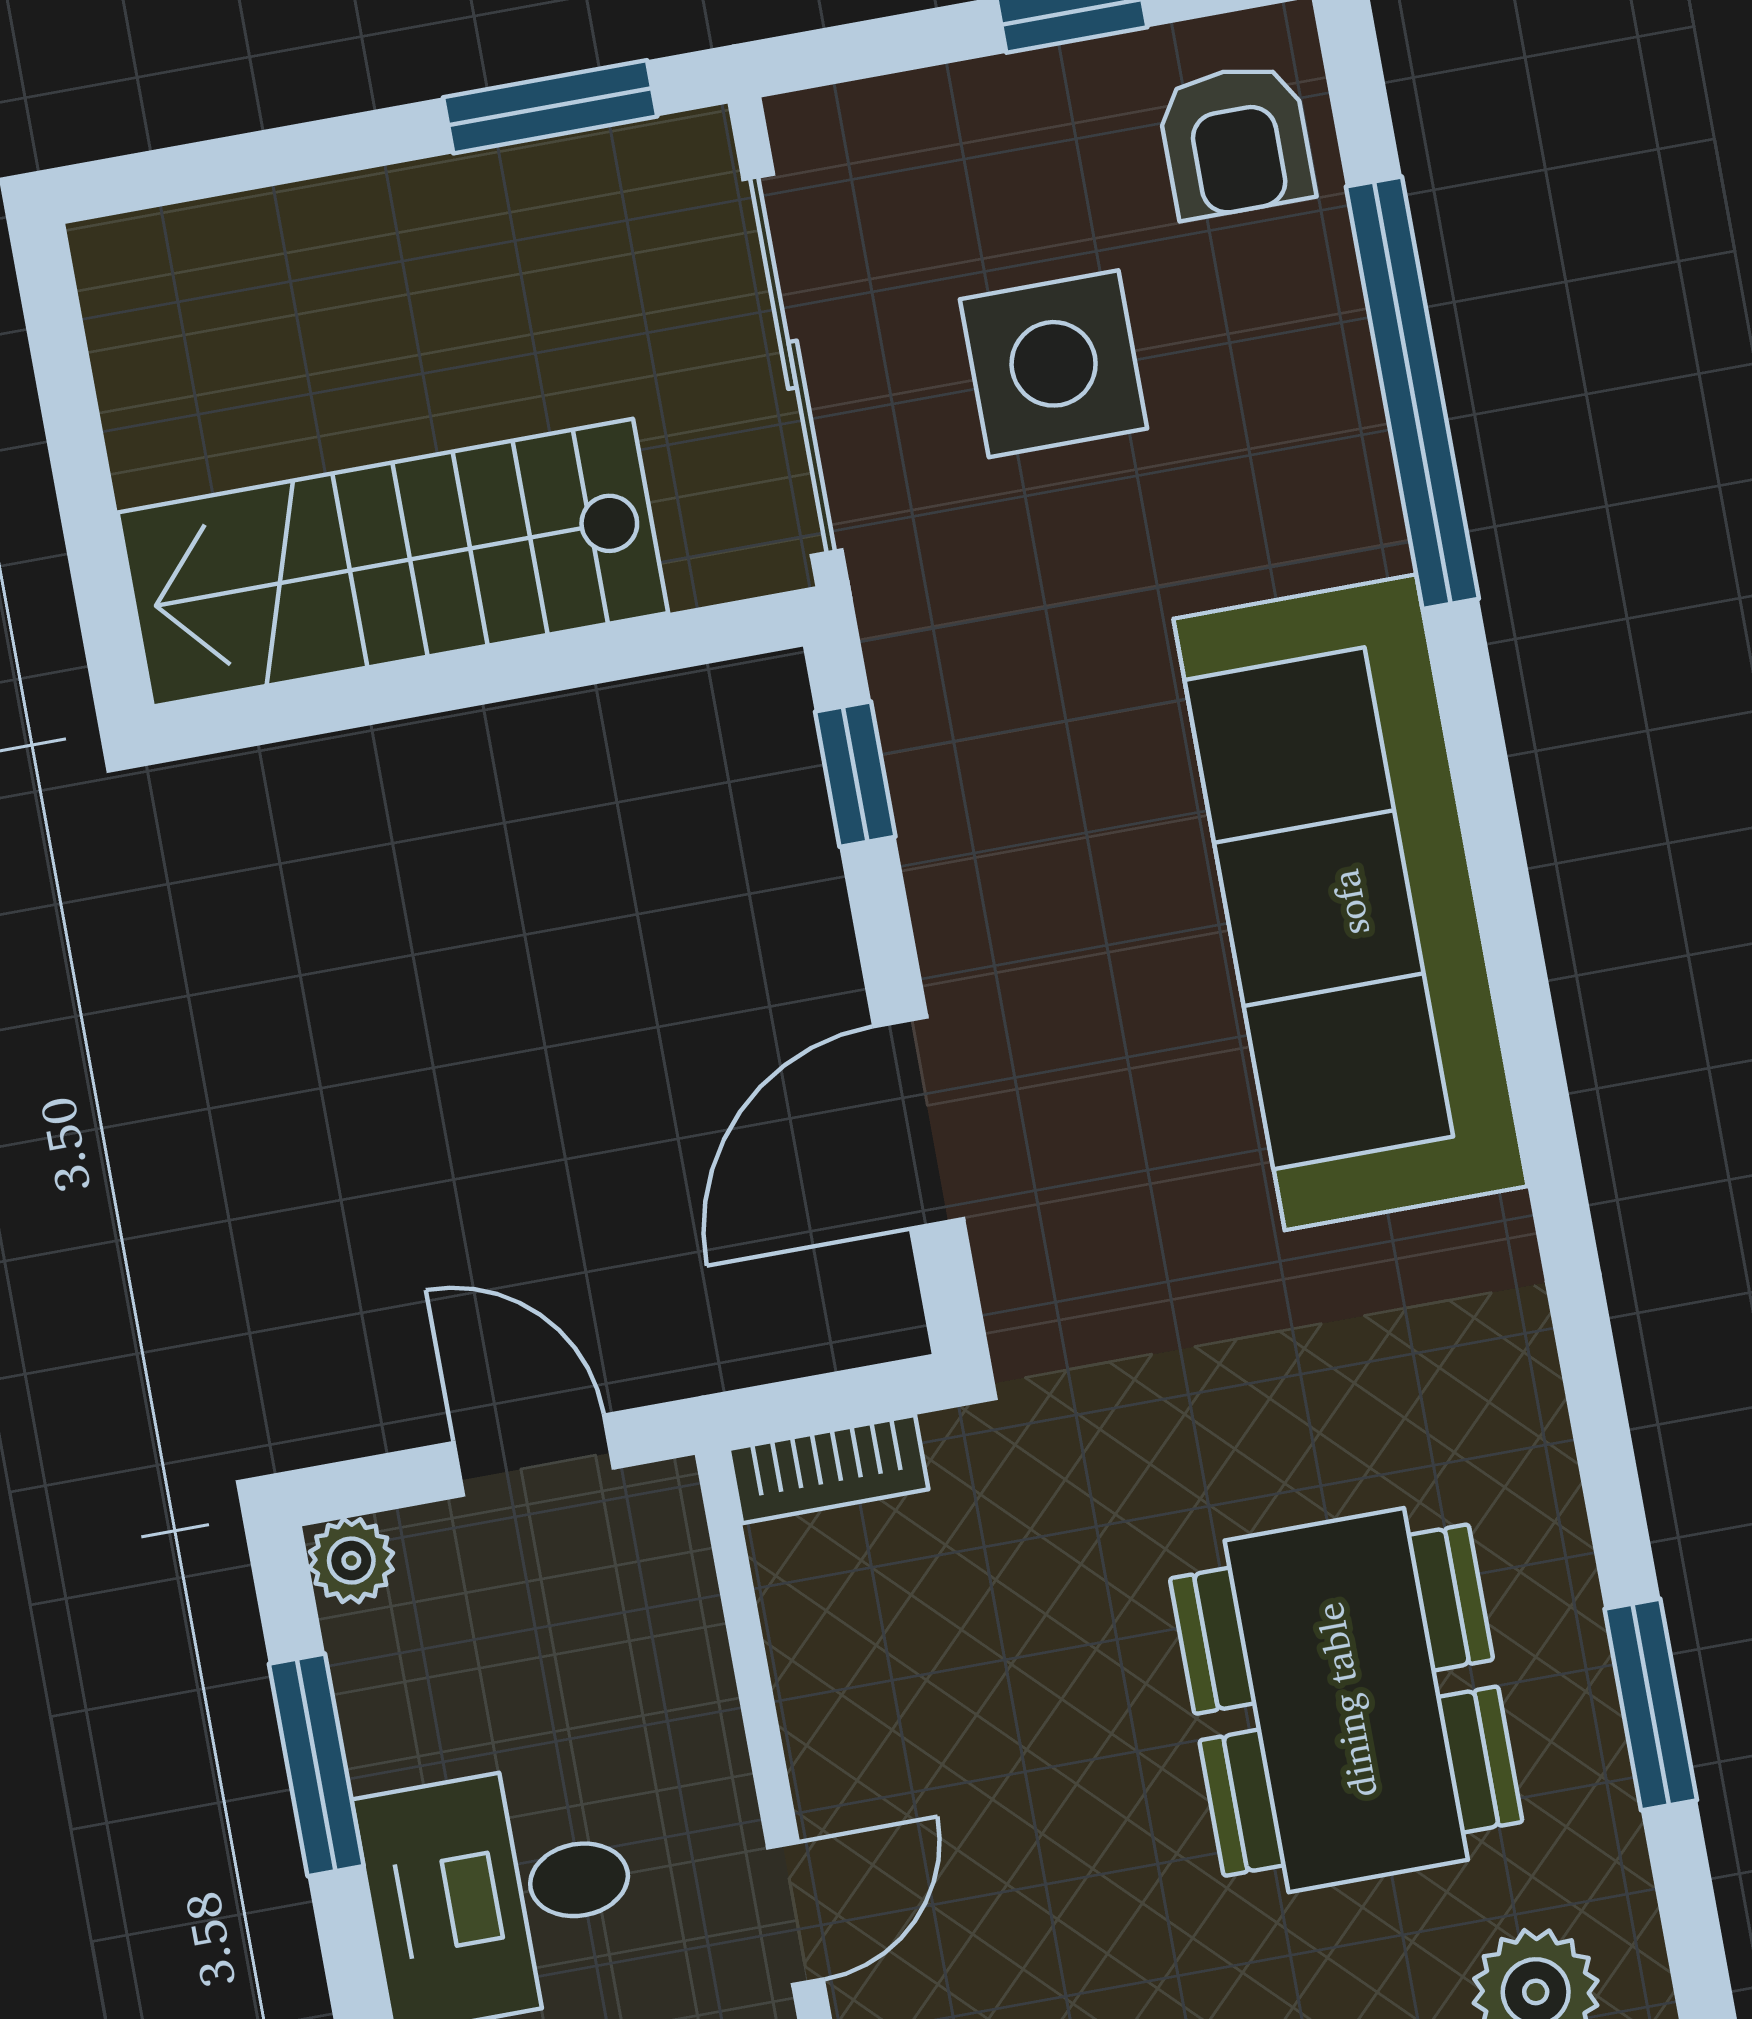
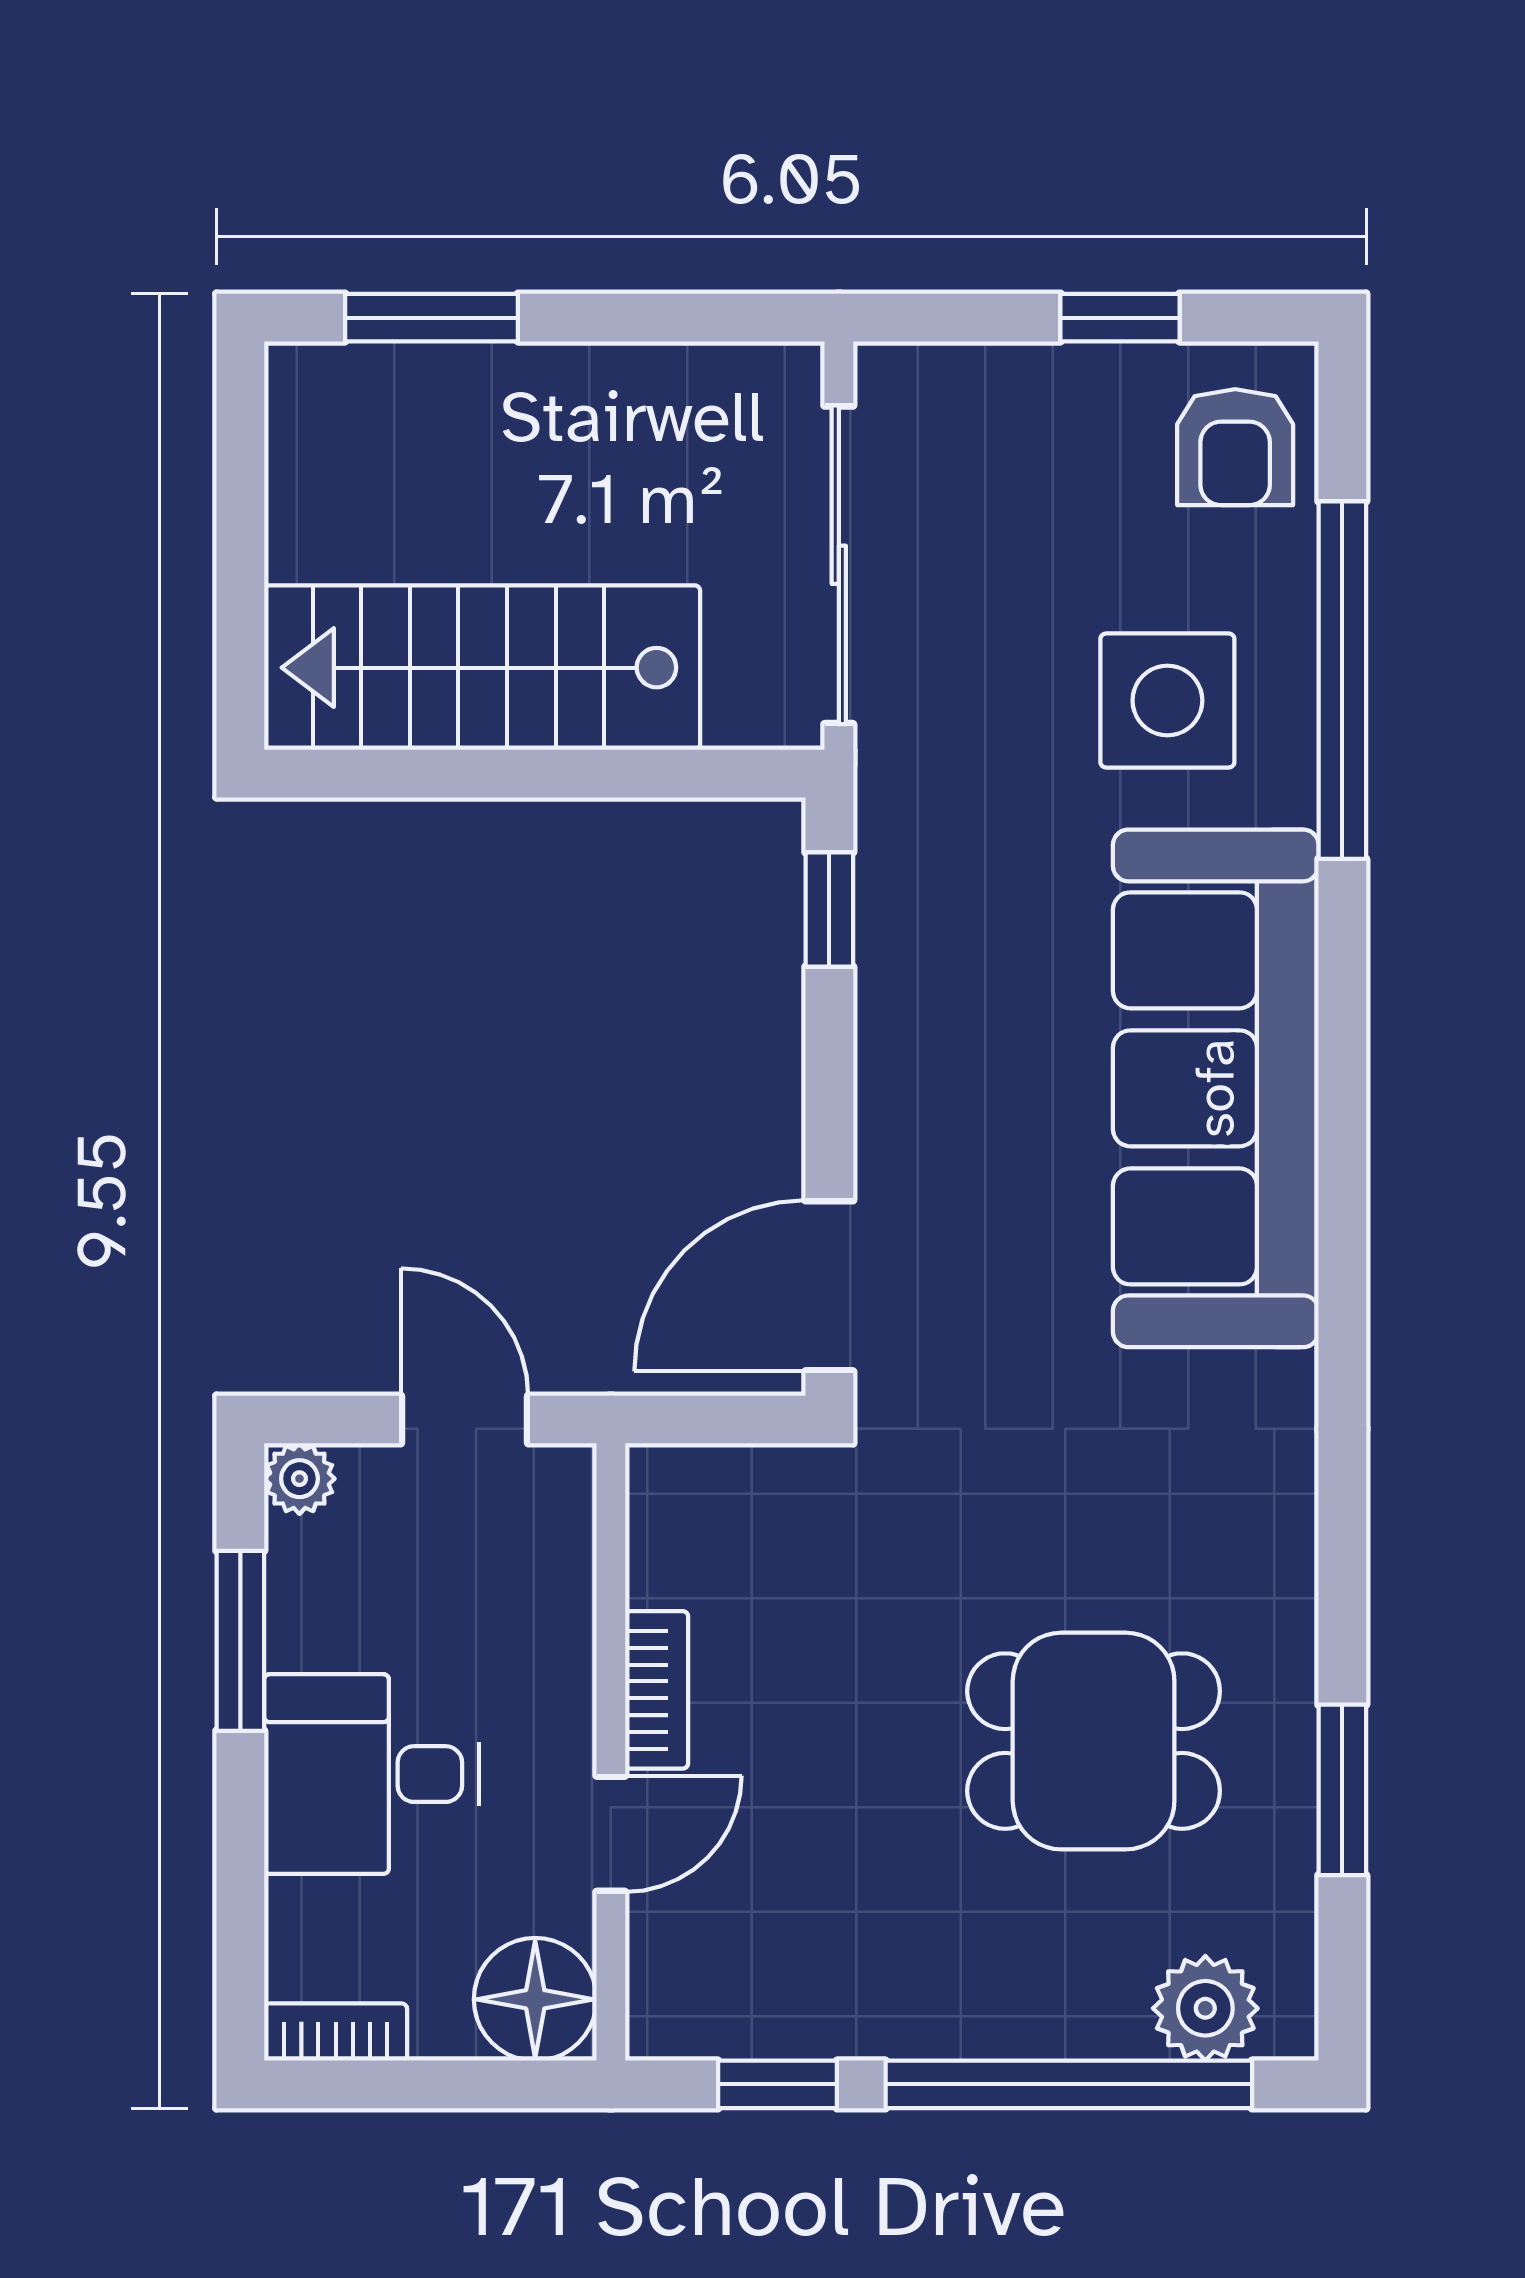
window: (550, 107) -> (431, 318), moved
side table: (1054, 364) -> (1167, 700), moved
door: (919, 1123) -> (829, 1286), moved
bookcase: (828, 1469) -> (657, 1690), moved, turned -90
dining table: (1346, 1700) -> (1094, 1741), width x0.73

